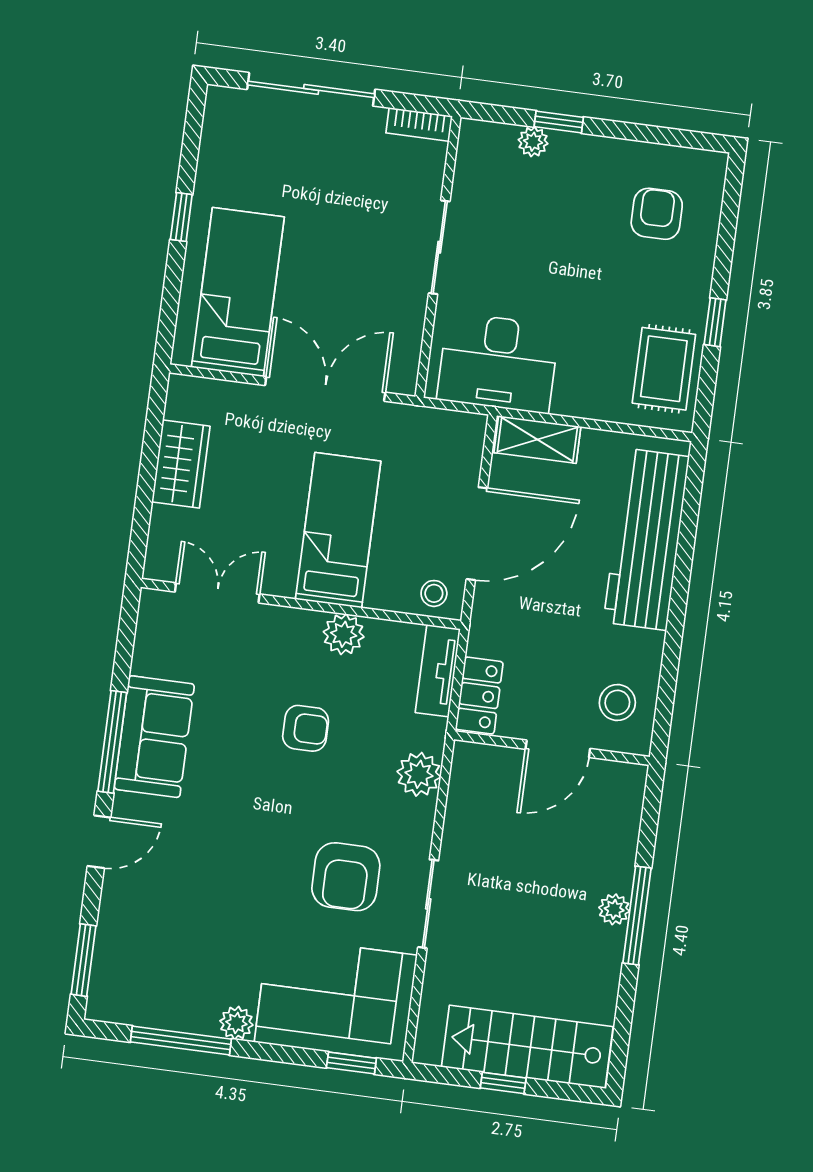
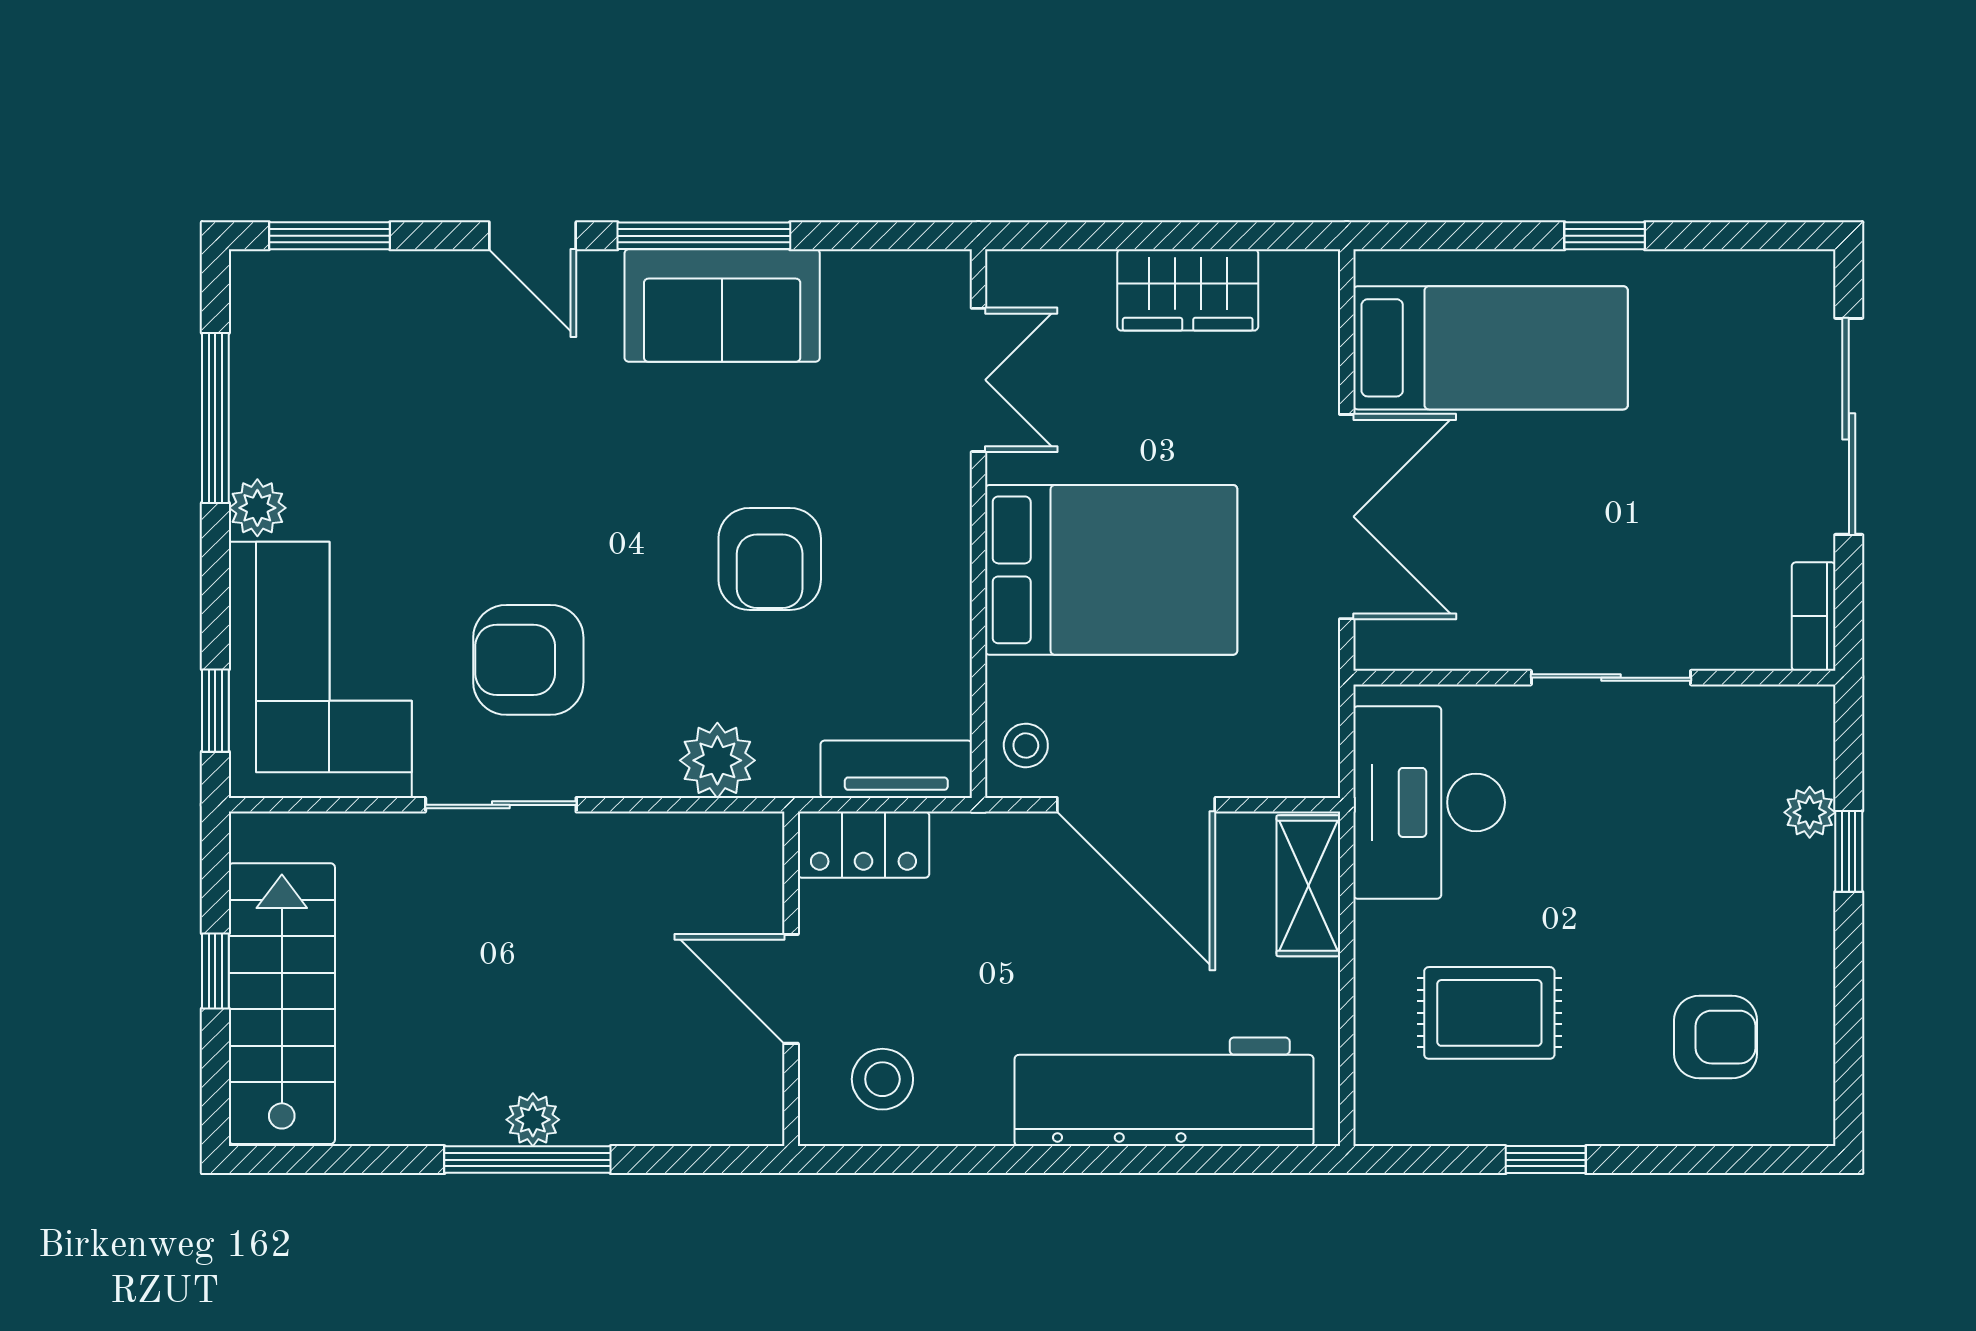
rug: (664, 369) -> (1489, 1013), moved
bed: (338, 530) -> (1111, 570), width x1.50
plant: (344, 634) -> (937, 602), removed
armchair: (306, 728) -> (770, 559), width x1.38, depth x1.38

